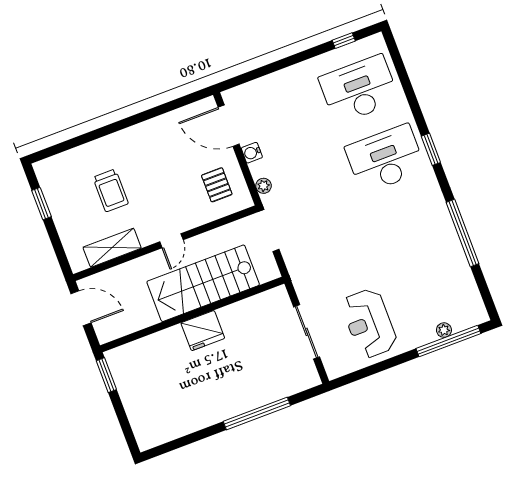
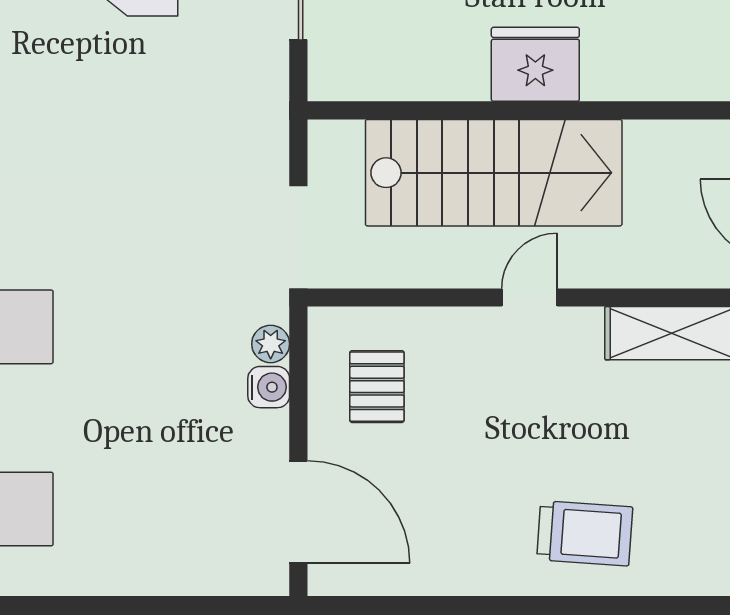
water cooler: (252, 153) -> (269, 387), moved
trolley: (111, 190) -> (585, 533), moved, turned 94

